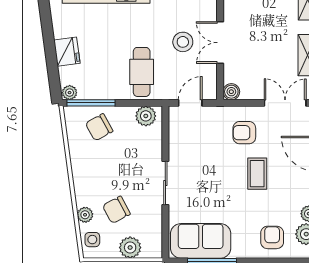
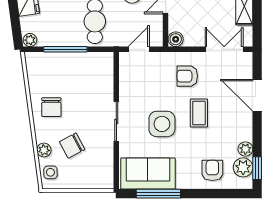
window: (91, 103) -> (65, 49), moved
plant: (146, 116) -> (99, 61), removed
chair: (99, 127) -> (51, 107), moved, turned -61
side table: (216, 186) -> (162, 124), added
plant: (130, 247) -> (85, 179), removed

